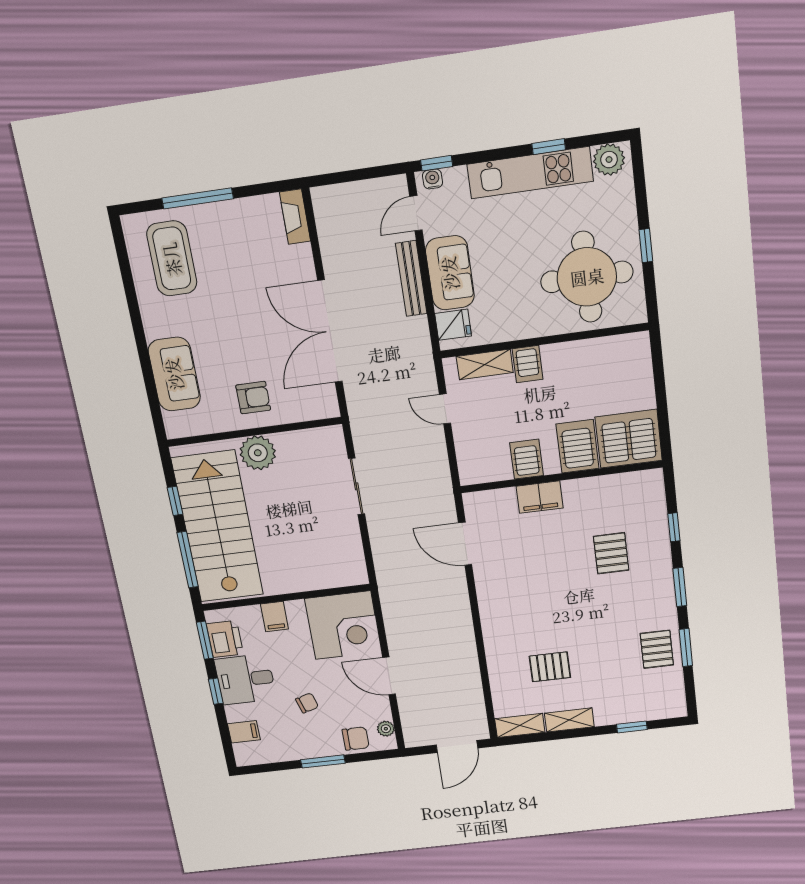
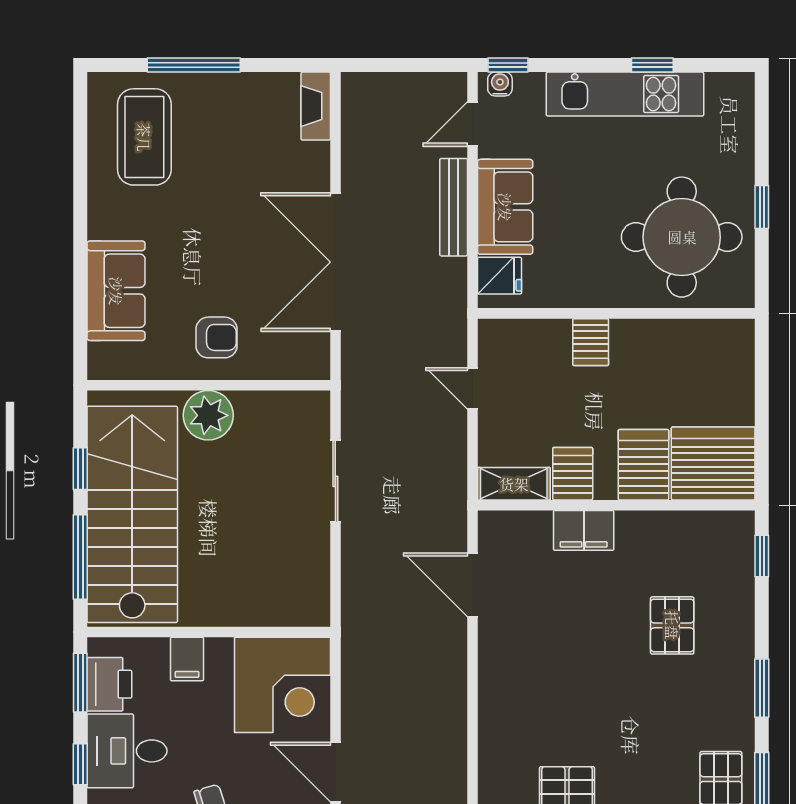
plant: (609, 160) -> (726, 92), removed
shelving: (485, 364) -> (514, 484), moved
window: (674, 527) -> (762, 556), moved

